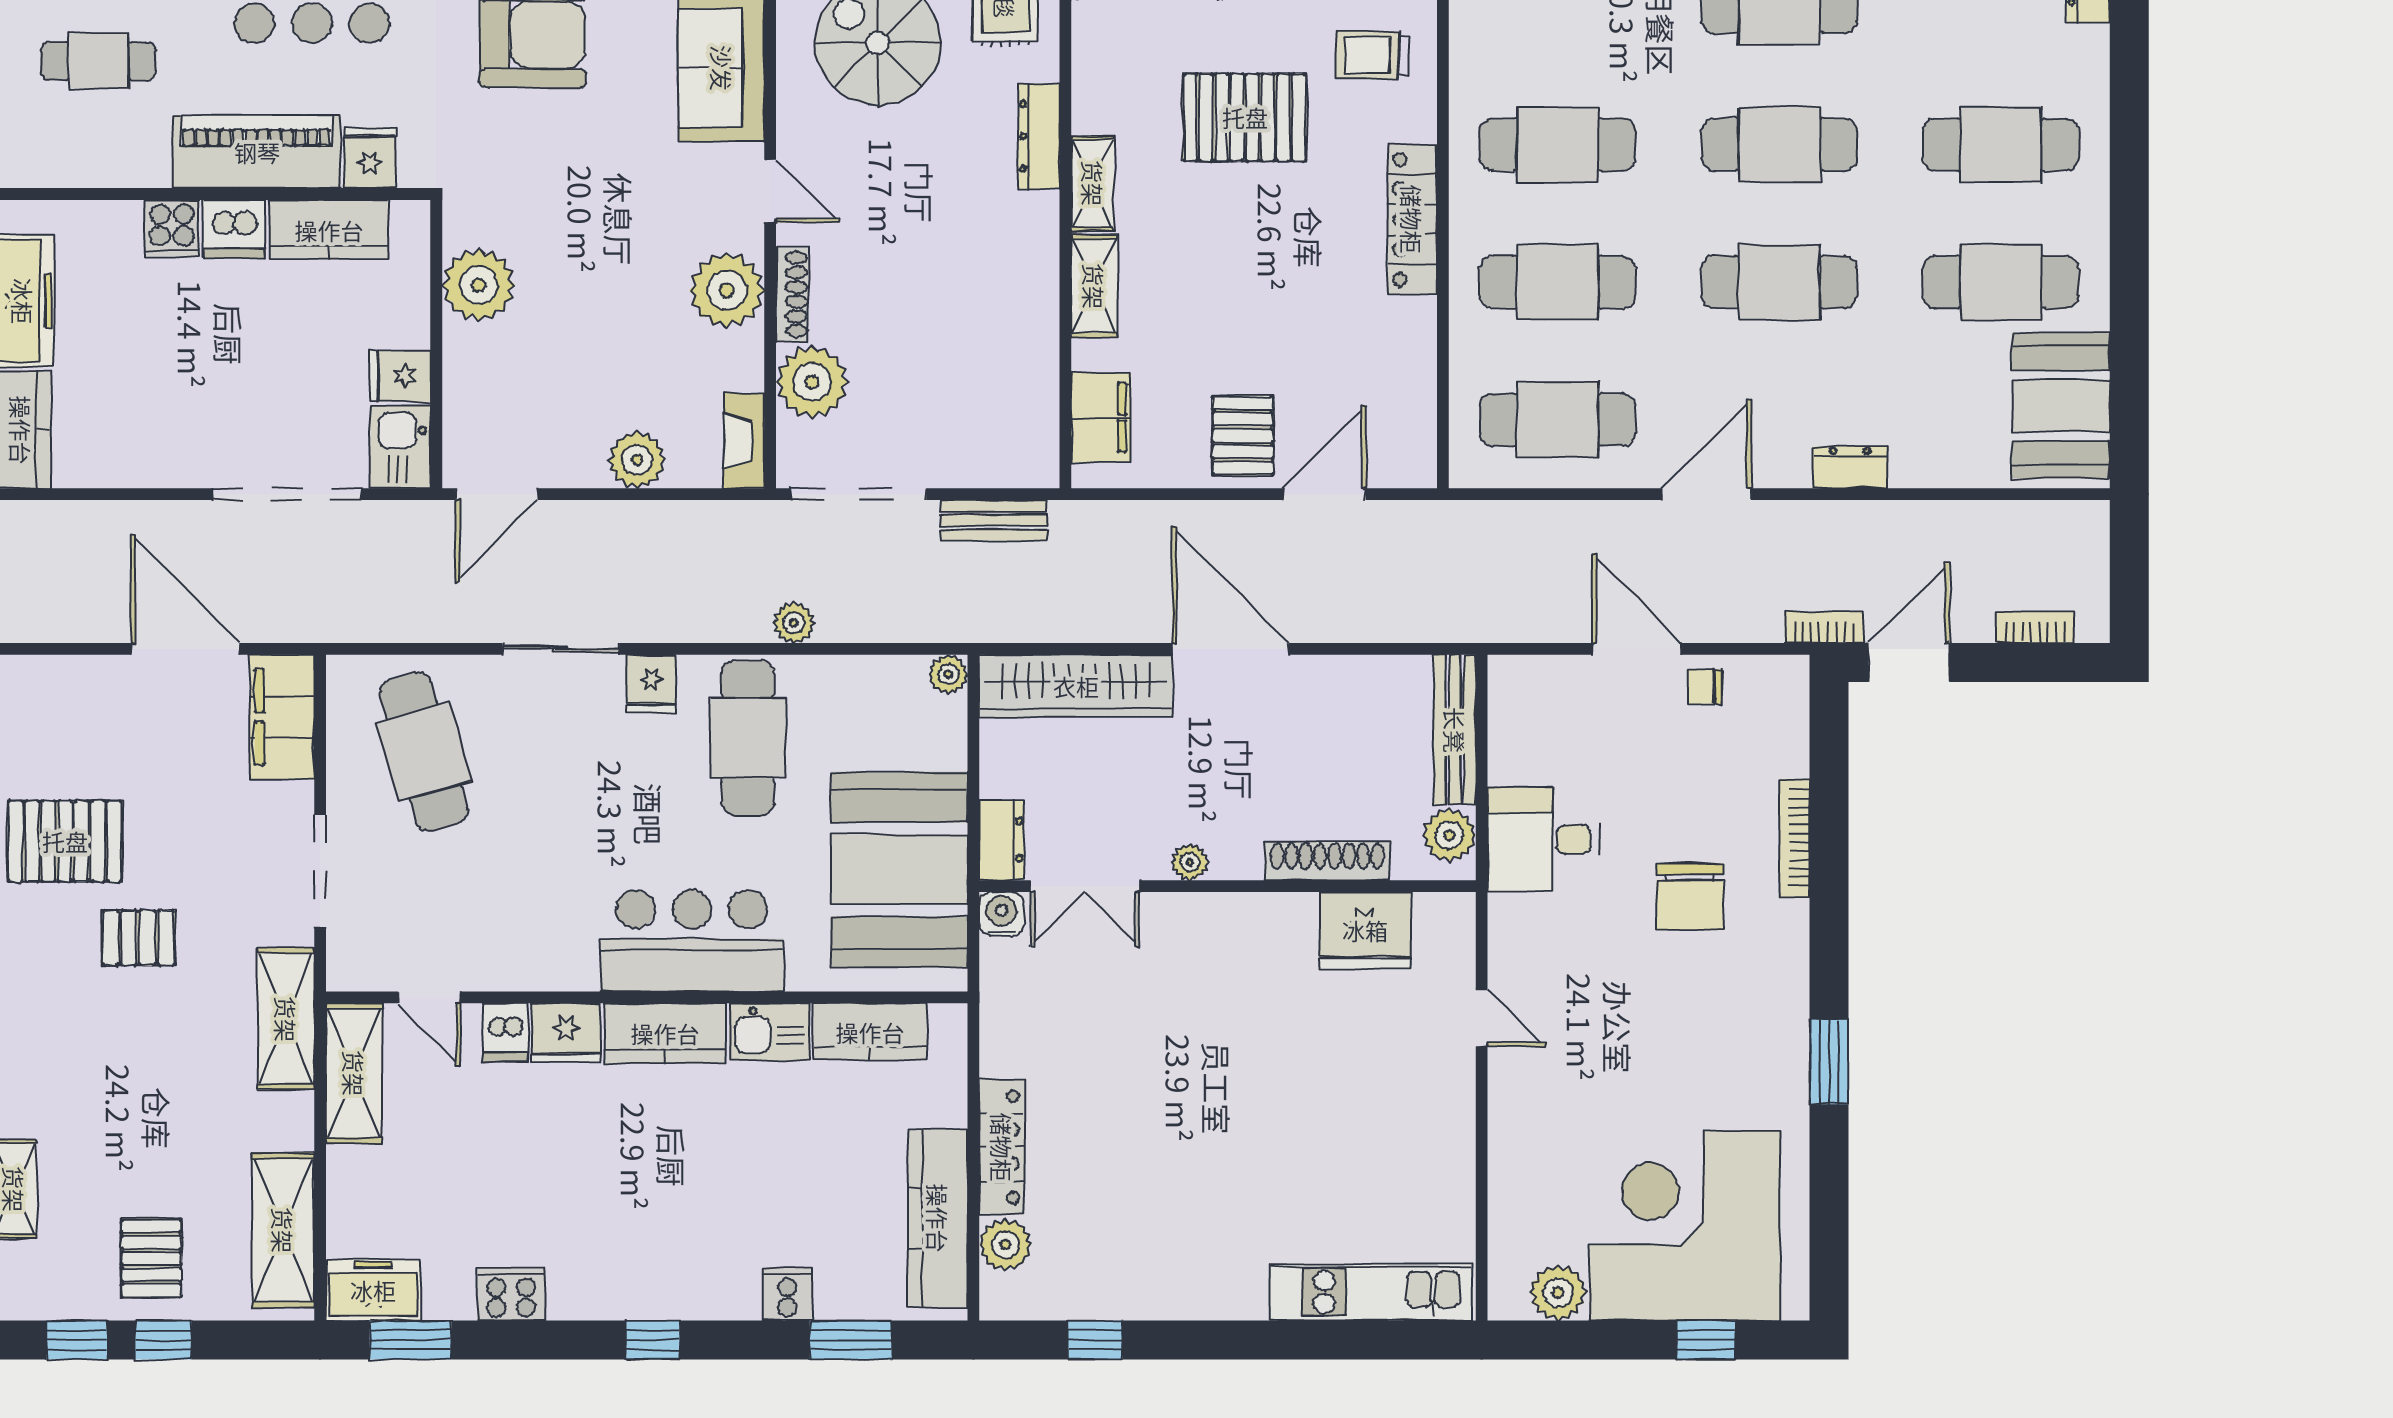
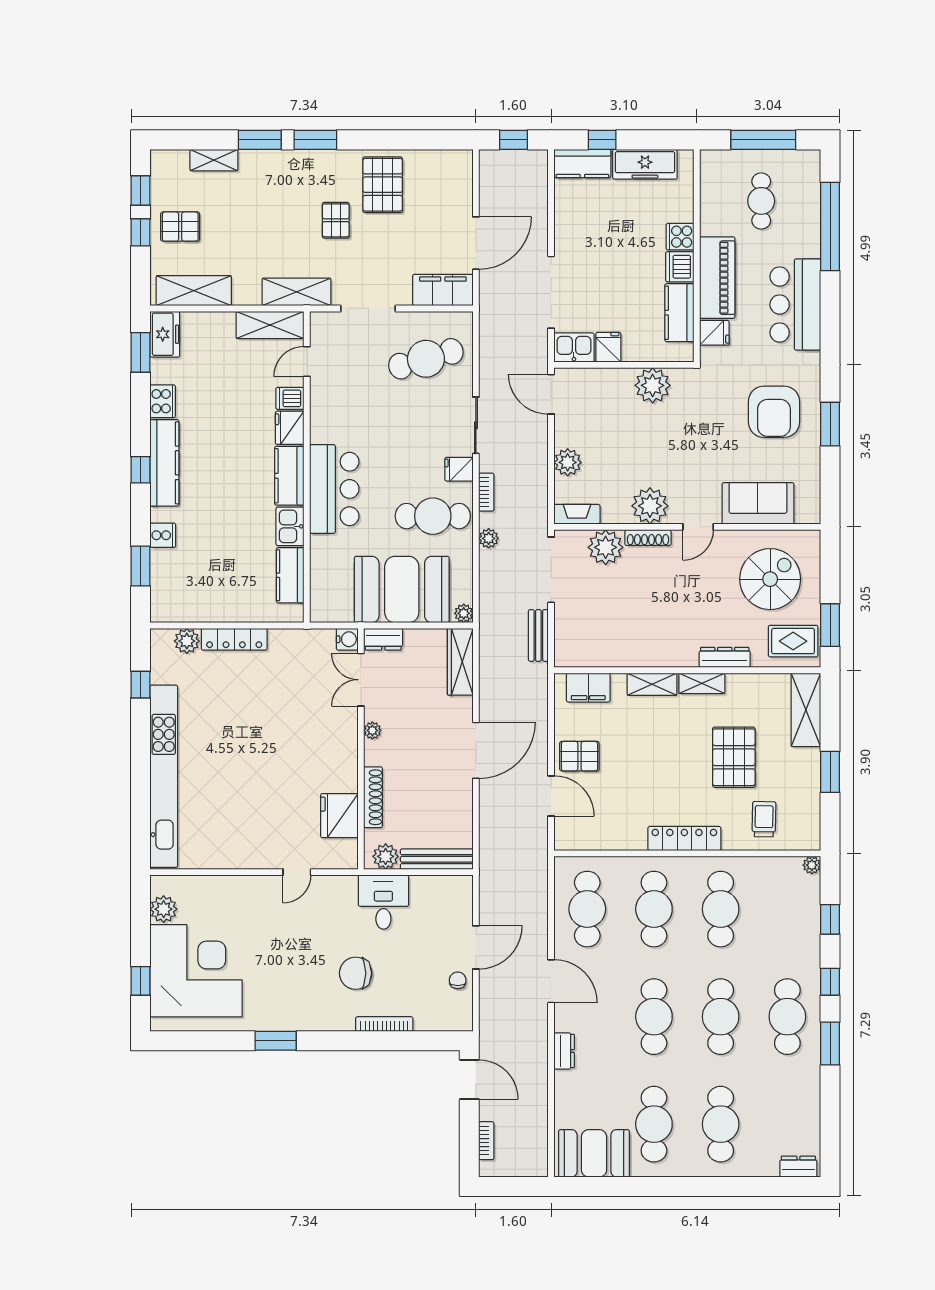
bookcase: (1824, 628) -> (486, 492), moved
wardrobe: (1076, 686) -> (460, 662), width x0.71, depth x0.85
booth: (899, 869) -> (402, 590), moved
kitchen counter: (938, 1218) -> (164, 463), moved, turned 90
kitchen unit: (1371, 1292) -> (164, 776), width x1.86

